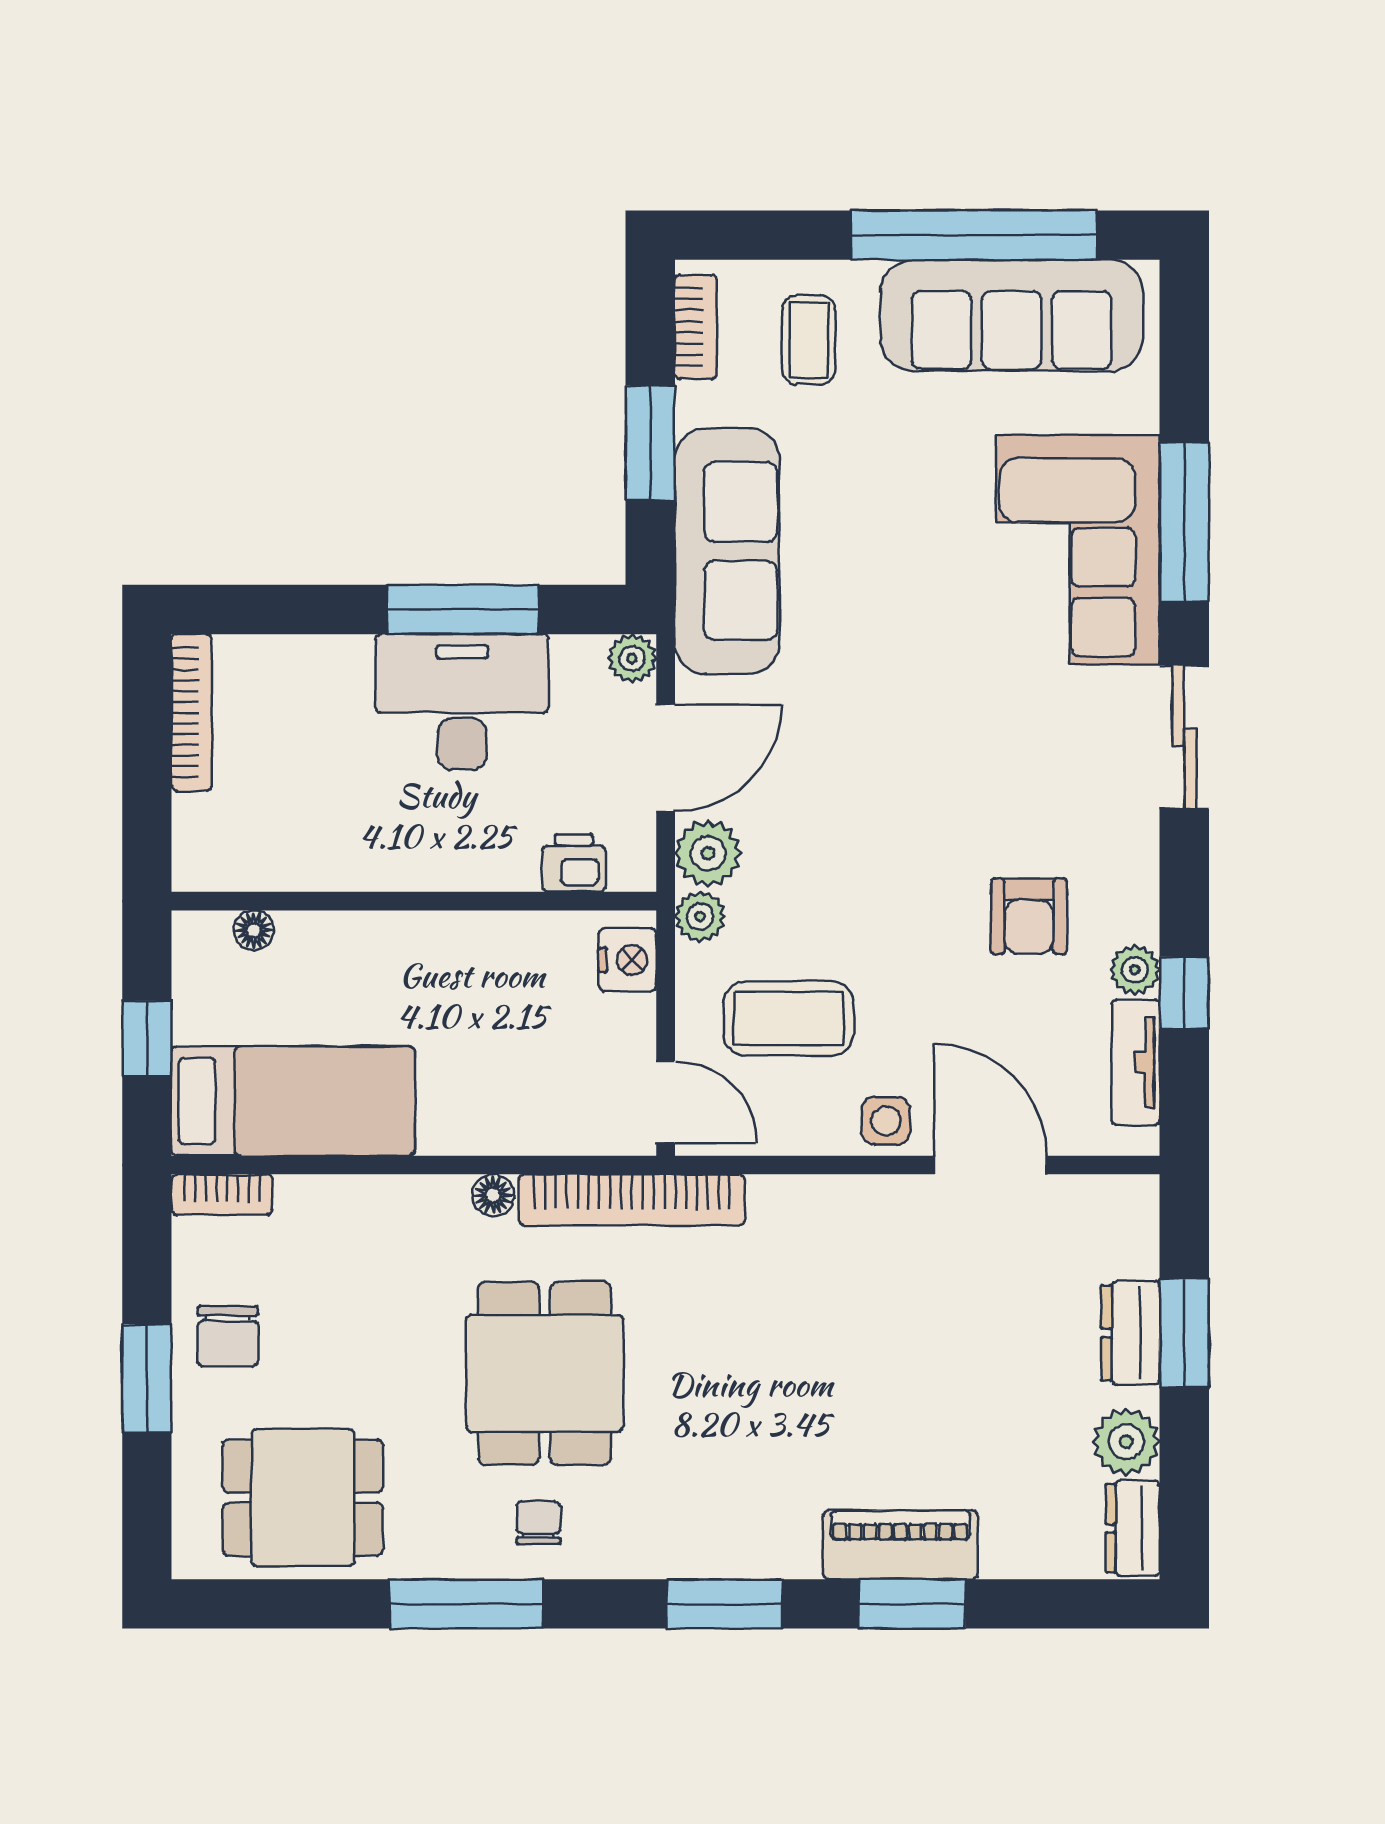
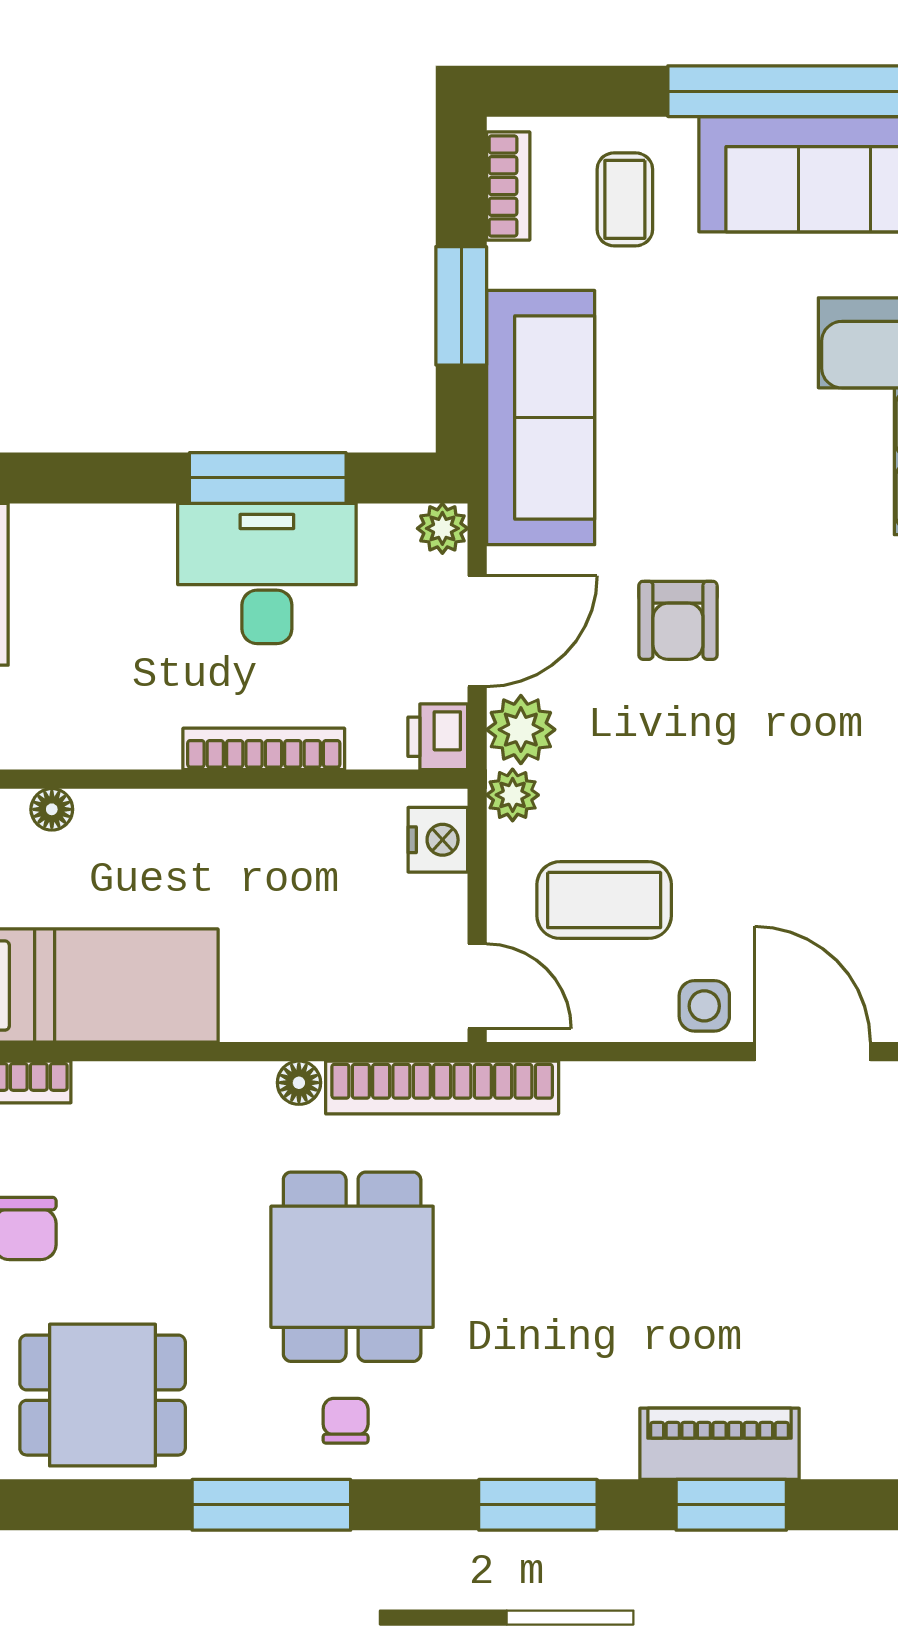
printer: (574, 863) -> (438, 737), moved, turned -90
bookcase: (459, 872) -> (264, 749), added
armchair: (1029, 916) -> (678, 620), moved

